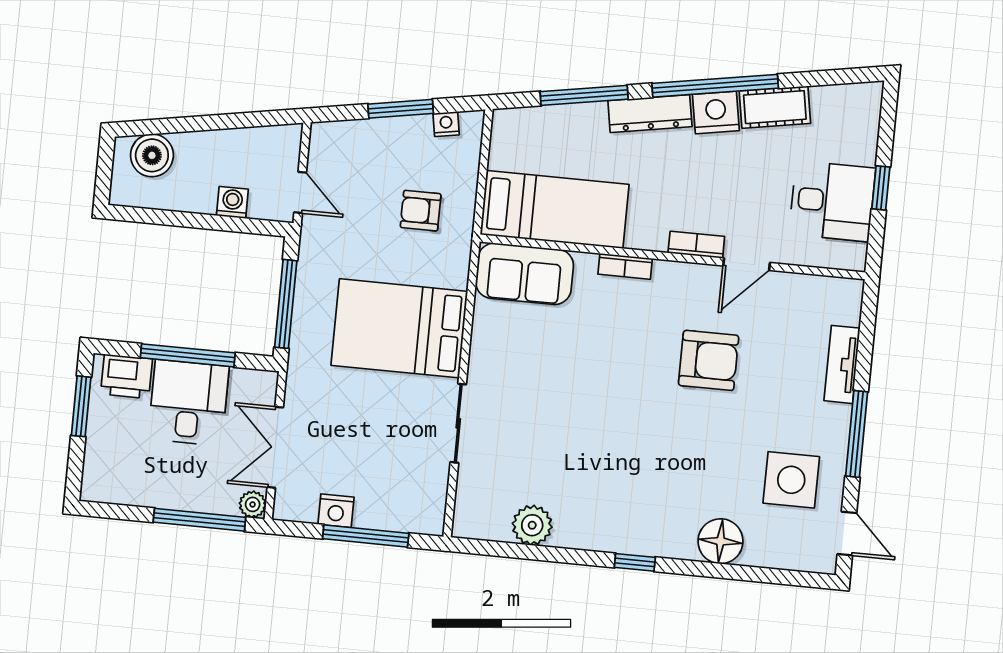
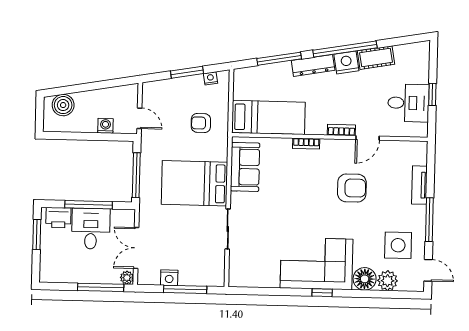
sofa: (525, 274) -> (245, 167), moved, turned -90
corner sofa: (628, 504) -> (316, 264), added
plant: (532, 525) -> (388, 281), moved

